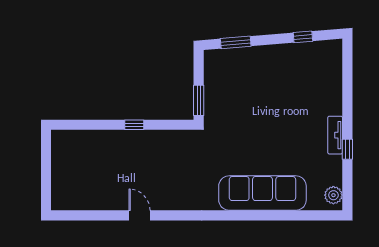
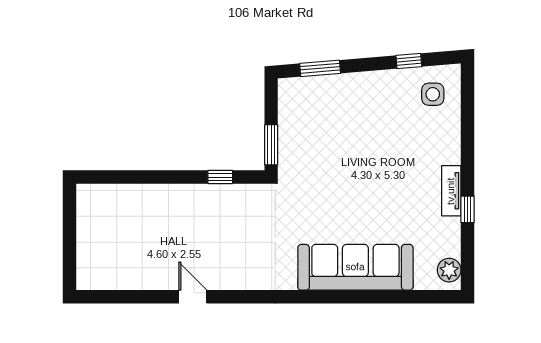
side table: (321, 62) -> (433, 94), added
window: (134, 125) -> (220, 177), moved

